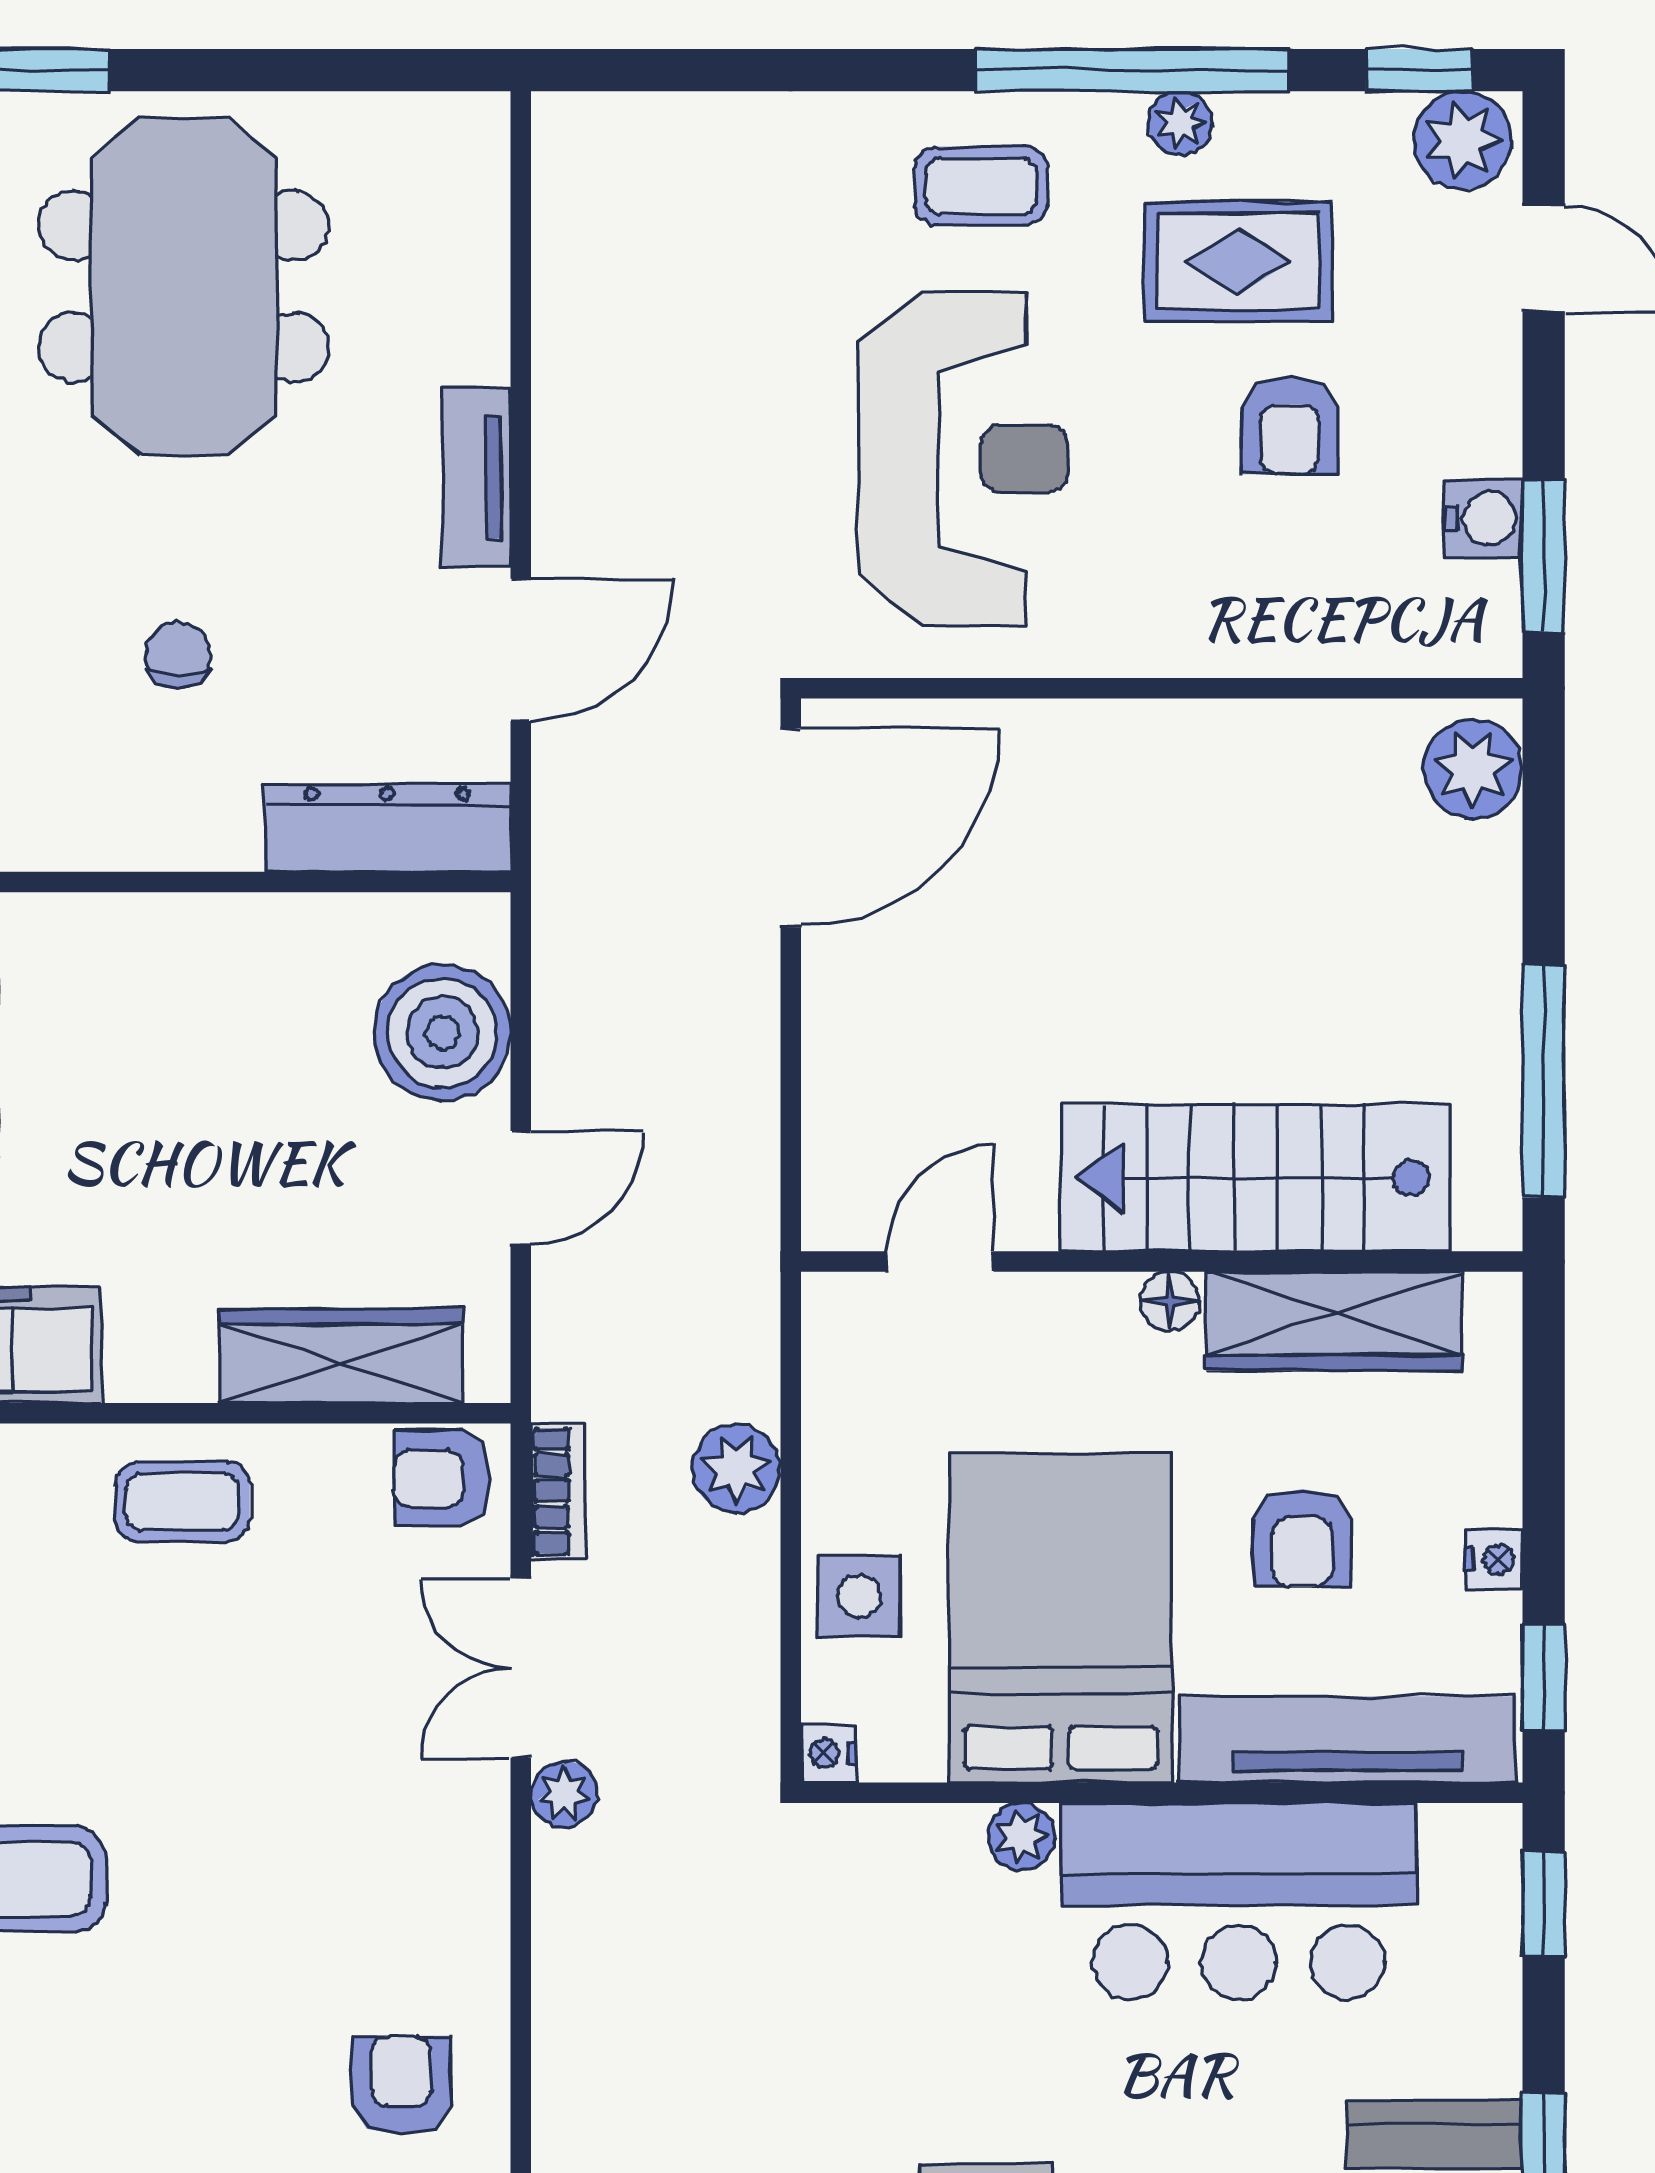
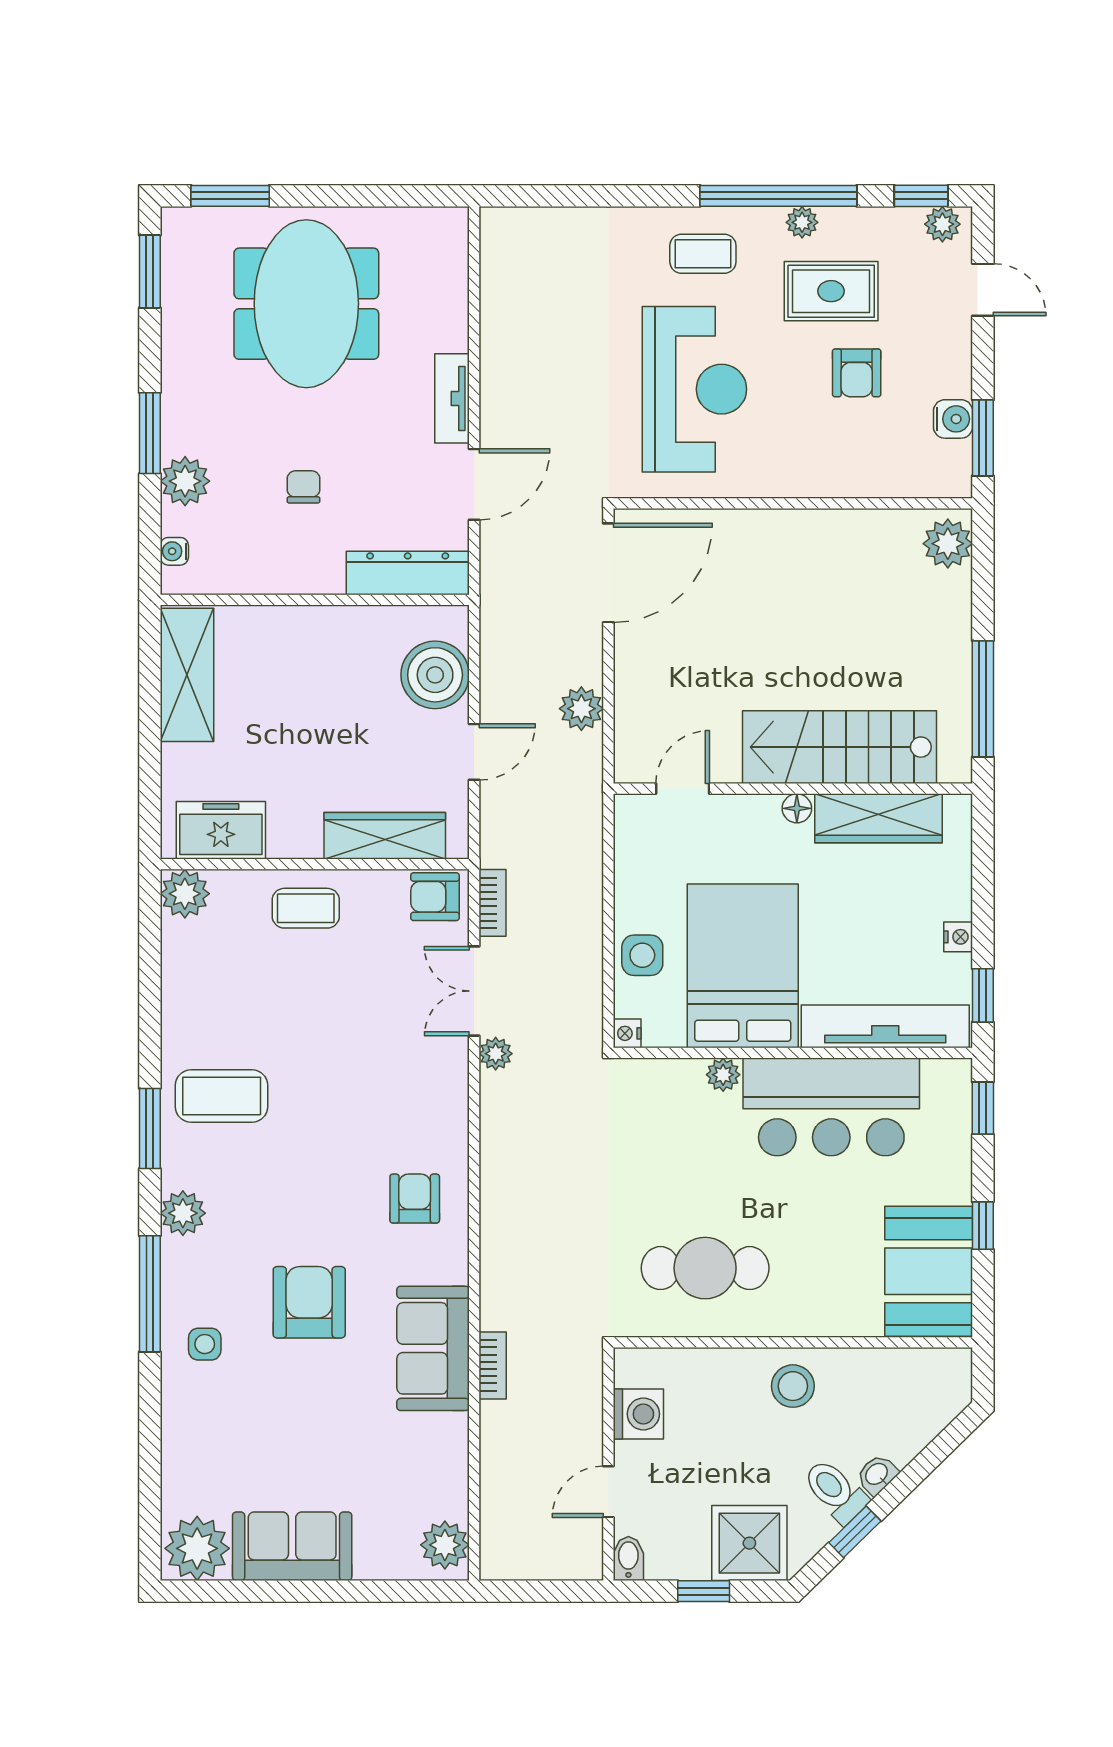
plant: (1462, 140) -> (942, 224), width x0.73, depth x0.73
plant: (736, 1469) -> (581, 709), moved
armchair: (1302, 1538) -> (863, 926), removed

